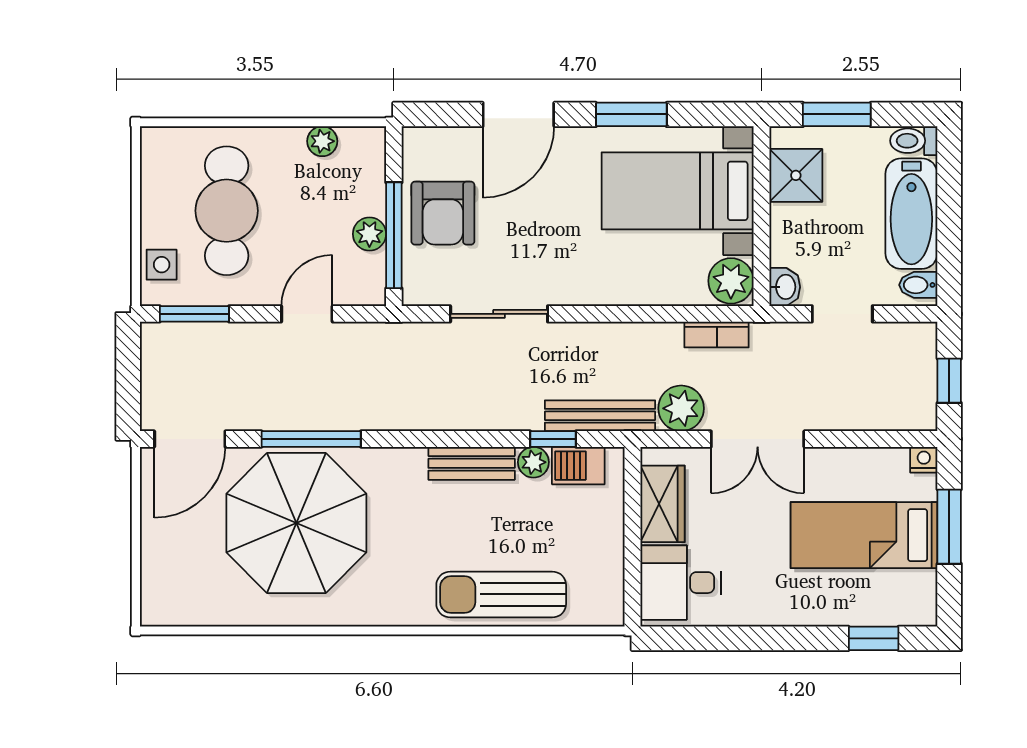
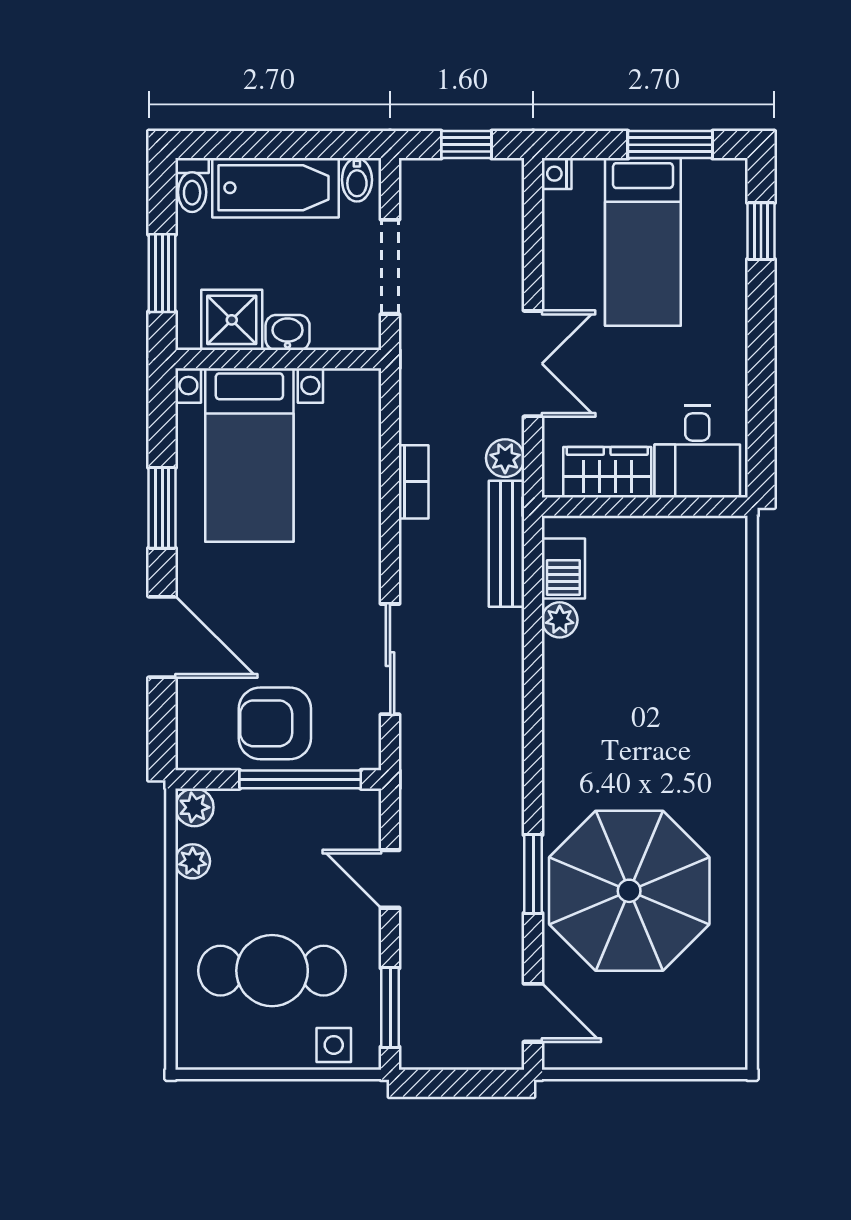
armchair: (443, 213) -> (275, 723), turned 180
plant: (369, 234) -> (194, 807), moved
plant: (731, 281) -> (352, 394), removed
washbasin: (785, 287) -> (288, 333), moved
doorway: (842, 314) -> (390, 267), width x1.38
bookcase: (717, 335) -> (414, 482), moved
plant: (681, 408) -> (505, 458), width x0.73, depth x0.73
door: (190, 439) -> (533, 1013), width x0.73
window: (311, 439) -> (533, 874), width x0.69
window: (553, 439) -> (533, 597), removed
bench: (472, 463) -> (561, 691), removed
window: (949, 527) -> (670, 145), moved
sun lounger: (501, 594) -> (711, 657), removed

